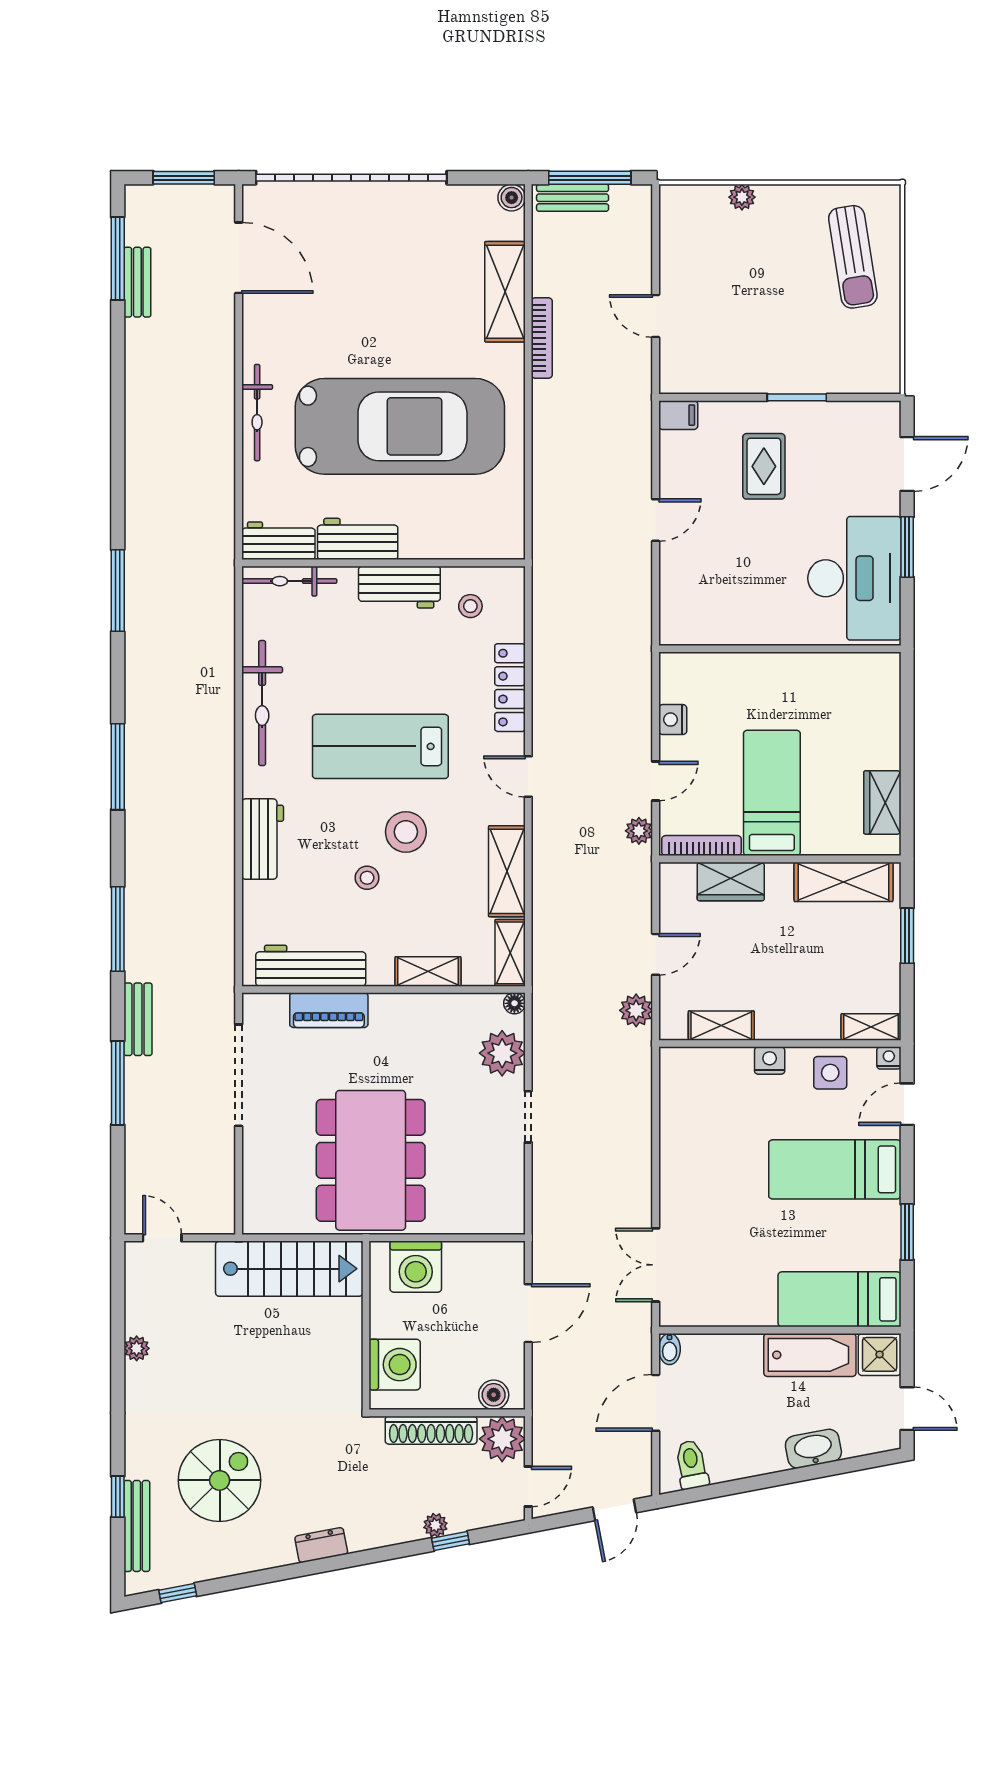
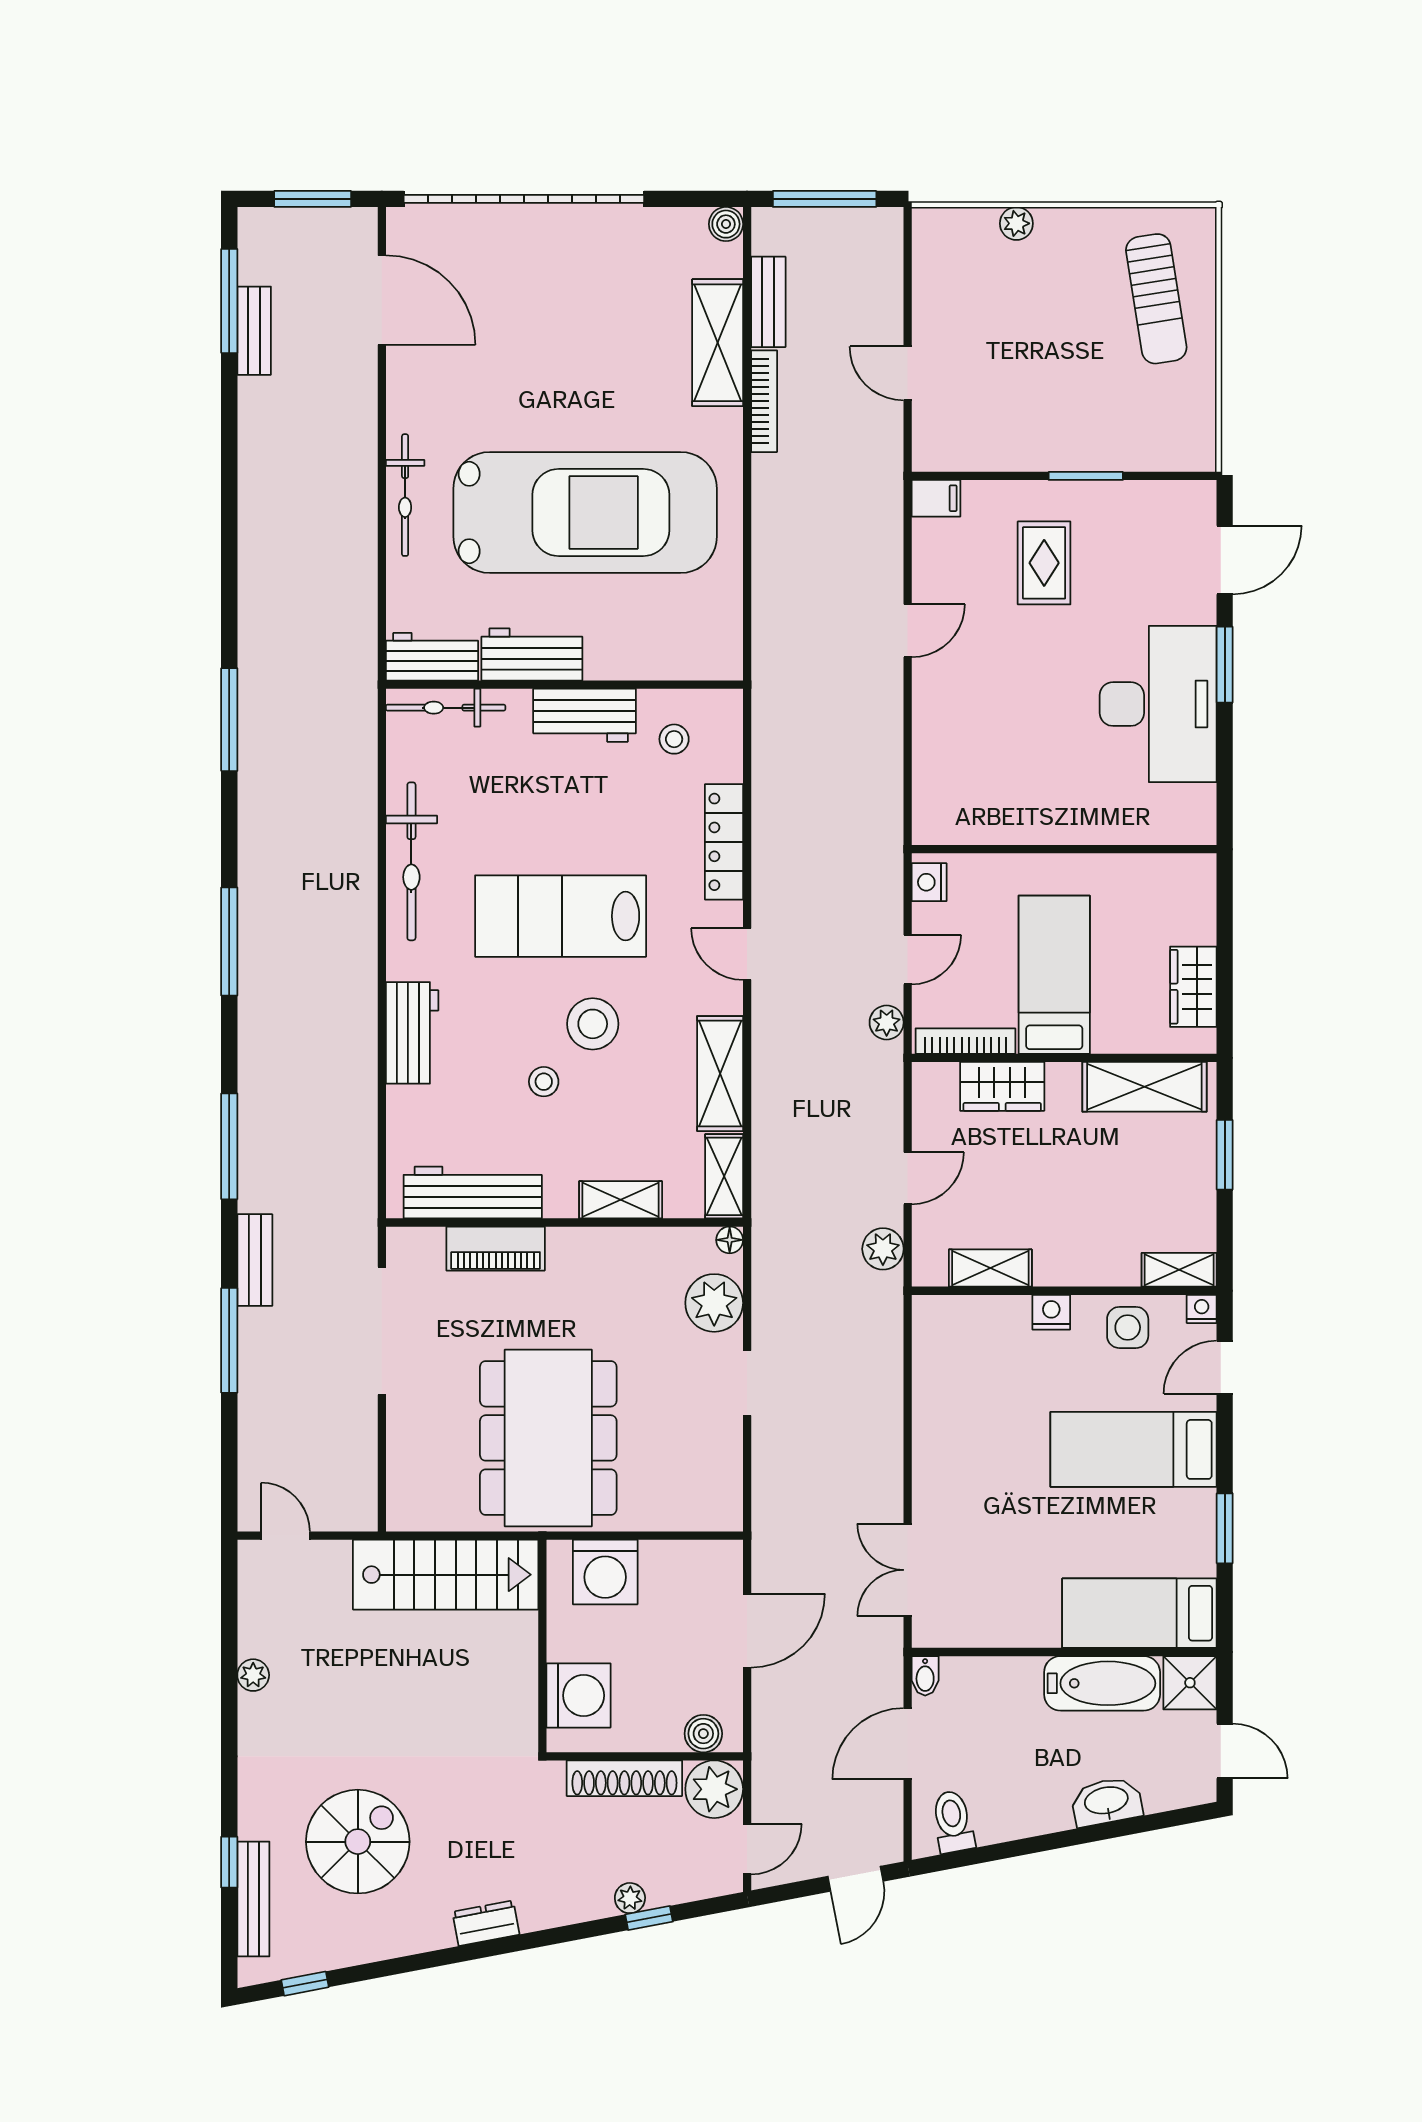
bench: (573, 198) -> (768, 302), moved, turned 90
wall: (780, 649) -> (1064, 849), moved

